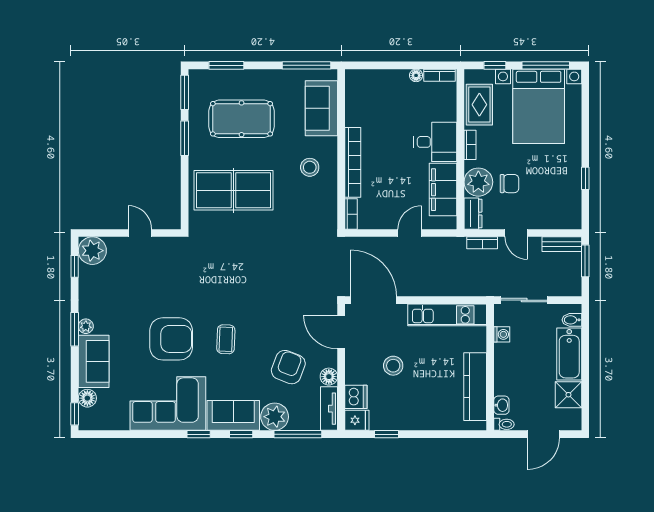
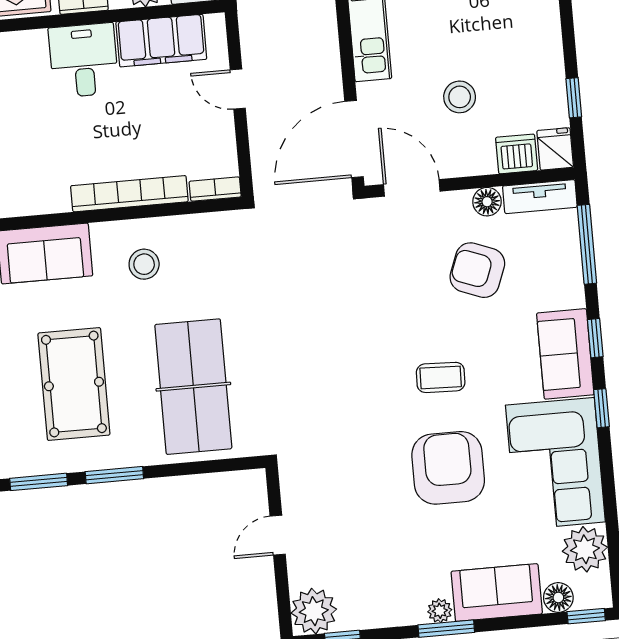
door: (341, 332) -> (412, 188), swing flipped
plant: (275, 417) -> (585, 549), moved

